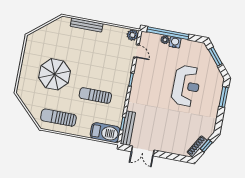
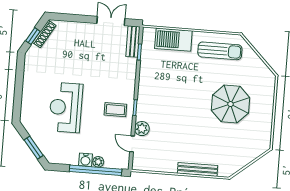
plant: (133, 35) -> (142, 129), moved
coffee table: (147, 80) -> (115, 110), added
sun lounger: (95, 95) -> (177, 83), removed
window: (224, 97) -> (18, 99), removed
bench: (128, 128) -> (133, 42), width x0.73
barbecue: (105, 133) -> (173, 40), moved

